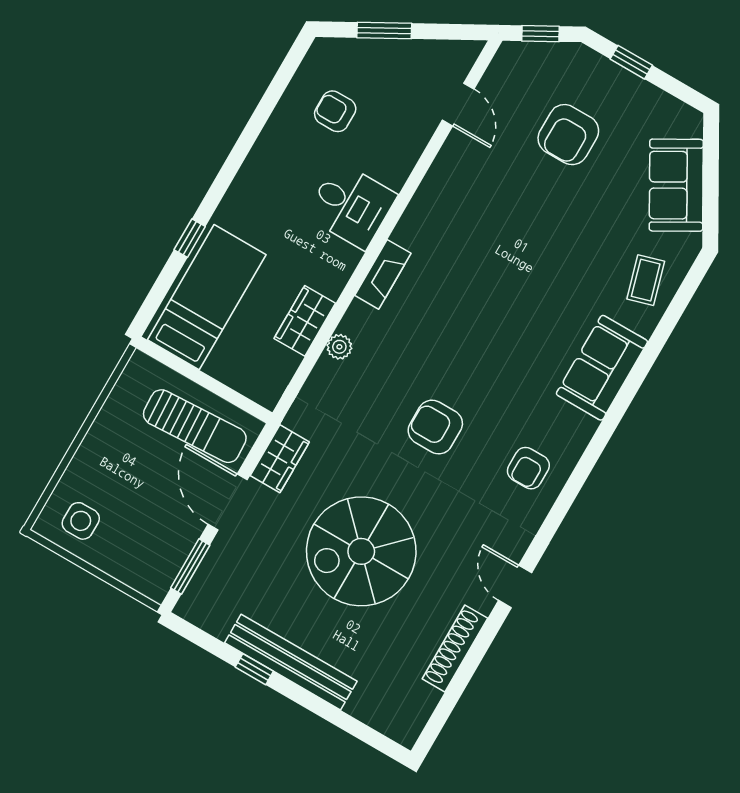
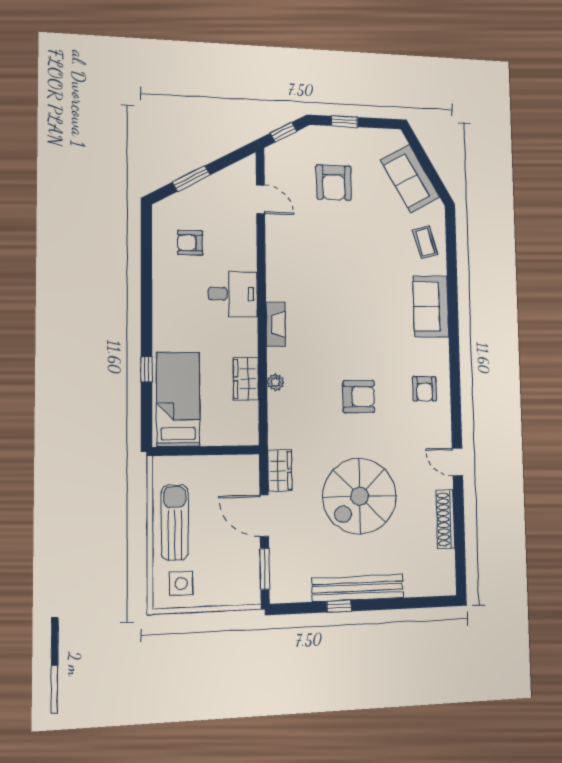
sun lounger: (195, 426) -> (175, 522), moved, turned -87
armchair: (435, 427) -> (359, 397), turned 180

